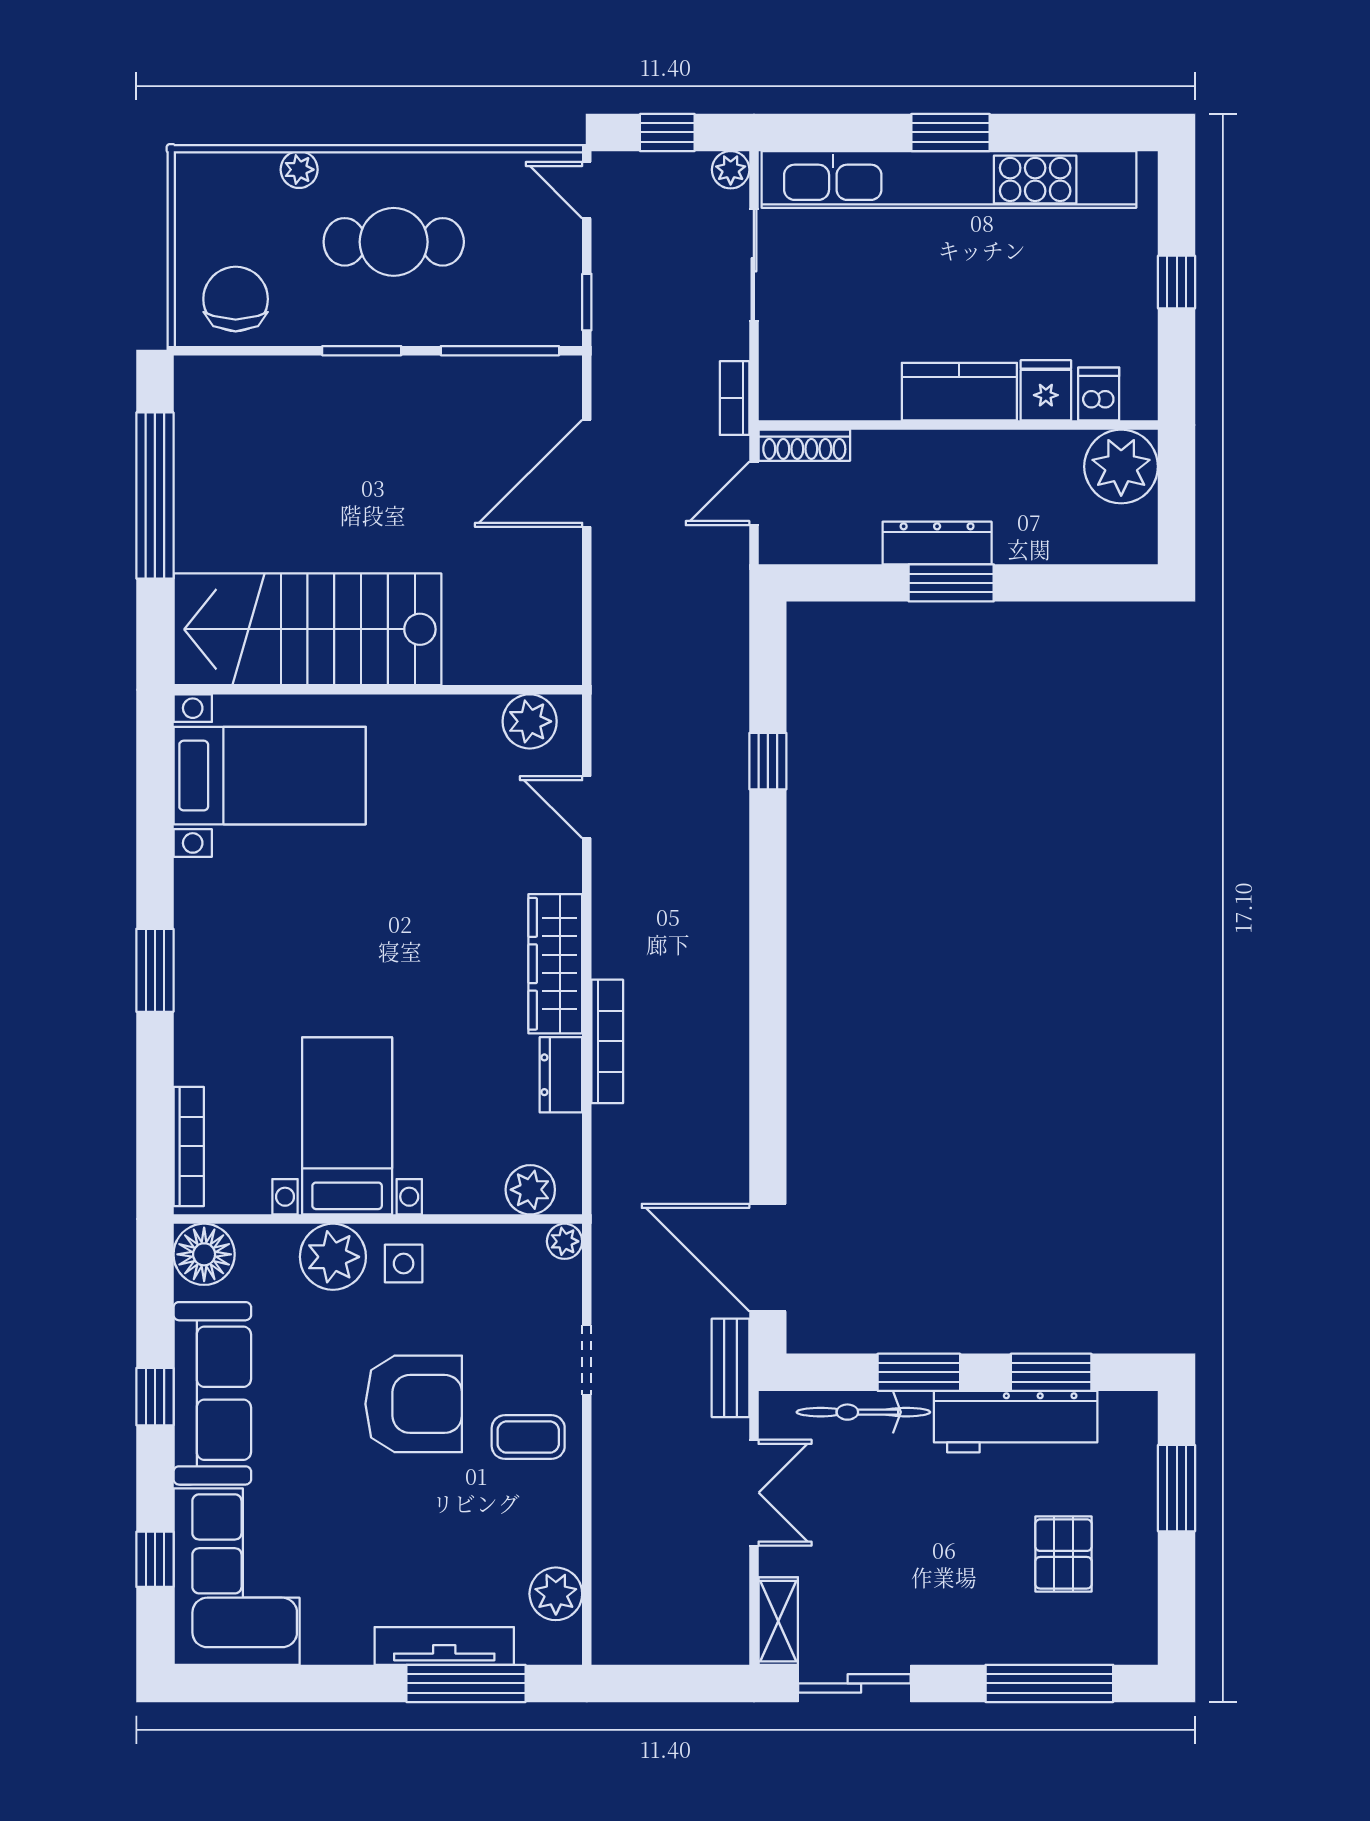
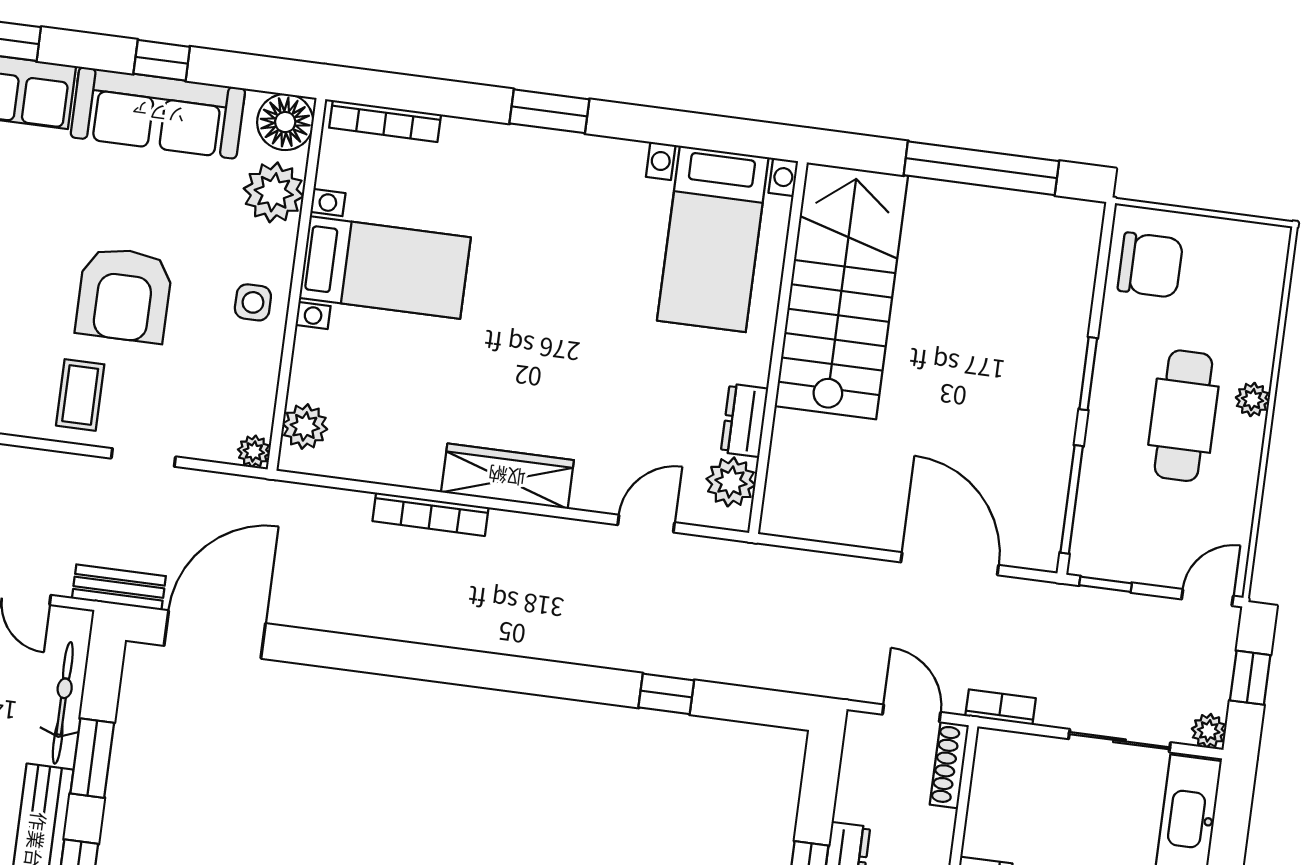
plant: (299, 170) -> (1252, 400), moved
dresser: (561, 1075) -> (744, 420), moved, turned -90
plant: (333, 1257) -> (274, 192), moved

